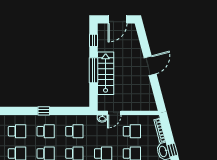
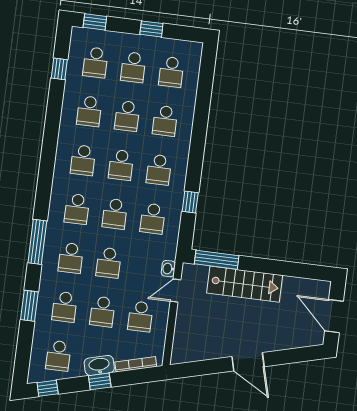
window: (93, 40) -> (303, 271), removed
window: (93, 70) -> (217, 260), moved
window: (44, 111) -> (190, 202), moved
door: (114, 113) -> (175, 291), hinge flipped

